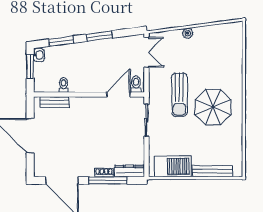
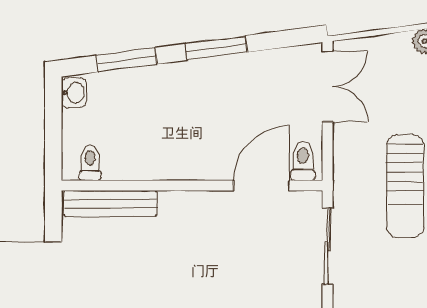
window: (30, 66) -> (53, 119), removed
toilet: (63, 85) -> (90, 163), moved
bench: (54, 102) -> (111, 203), width x1.36

